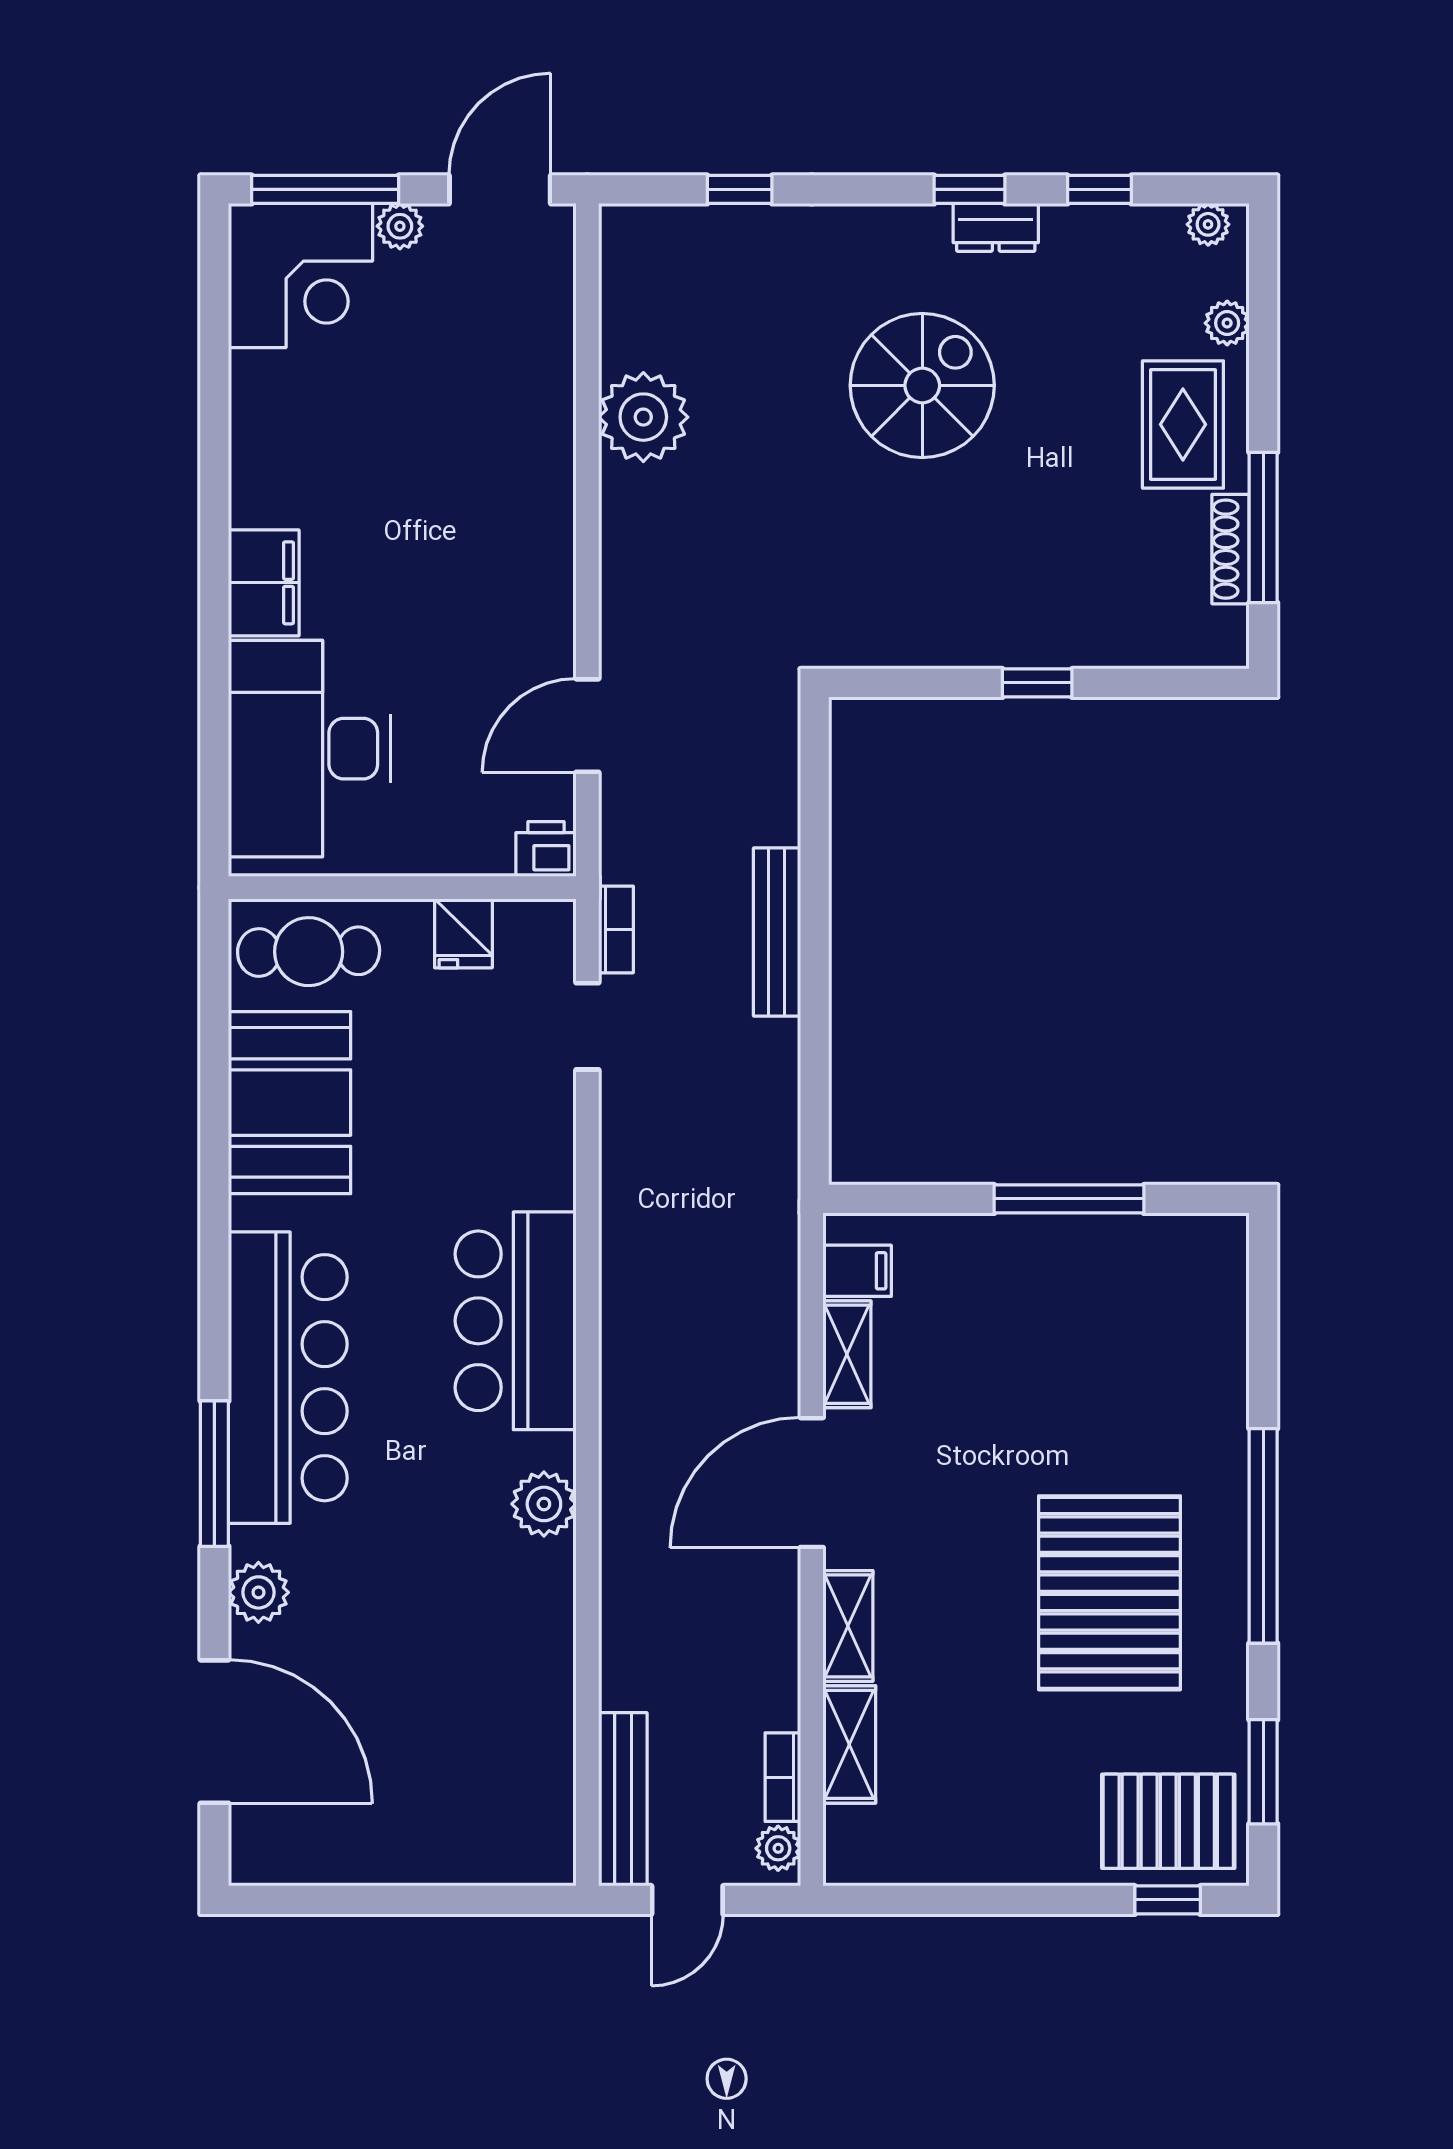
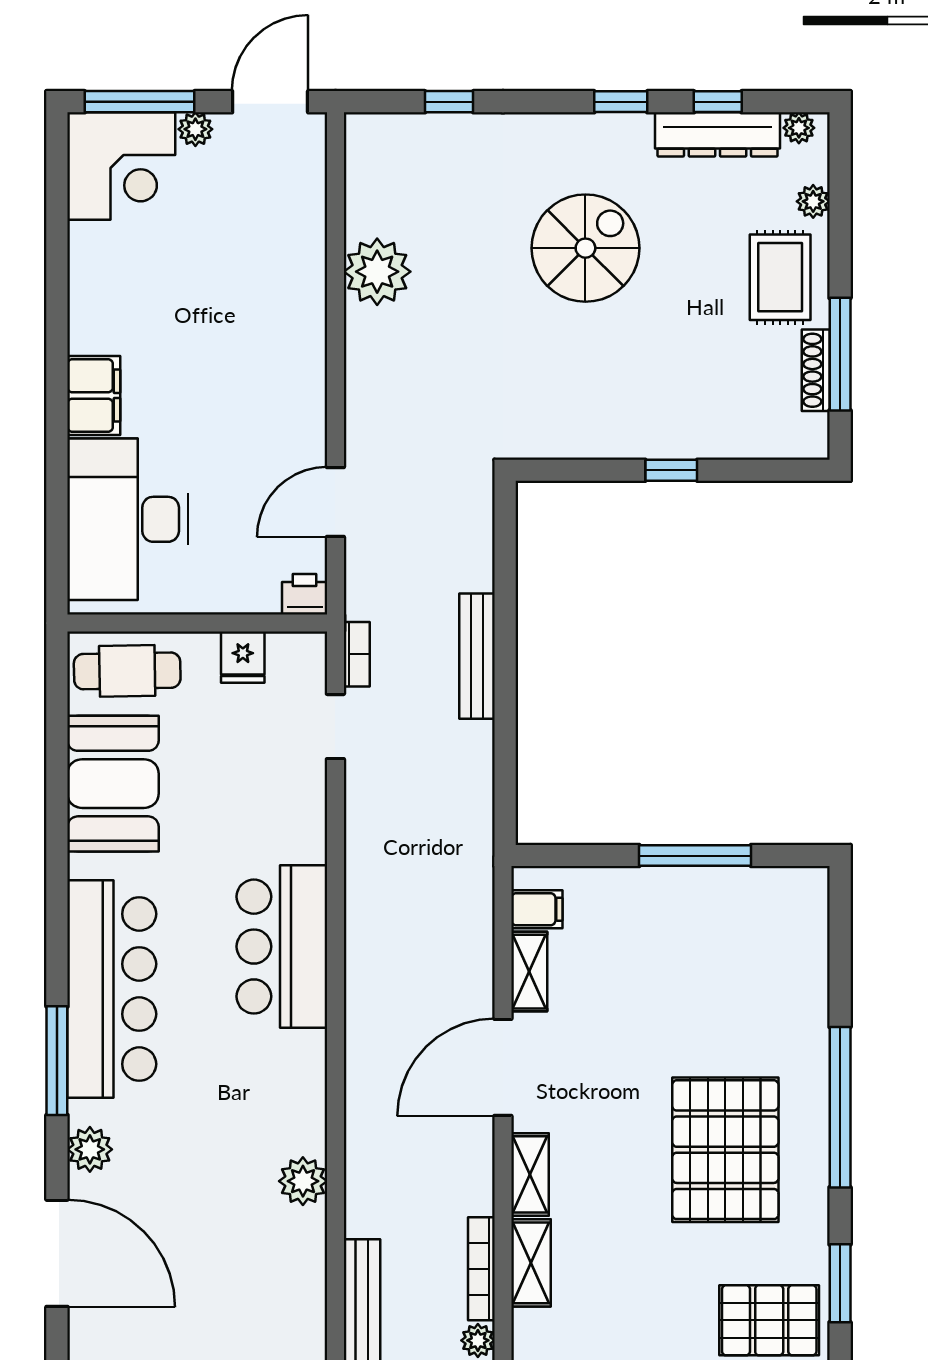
dresser: (996, 227) -> (718, 134), moved, width x1.96, depth x1.24
plant: (544, 1504) -> (303, 1181), moved
bookcase: (783, 1777) -> (481, 1269), width x1.56

